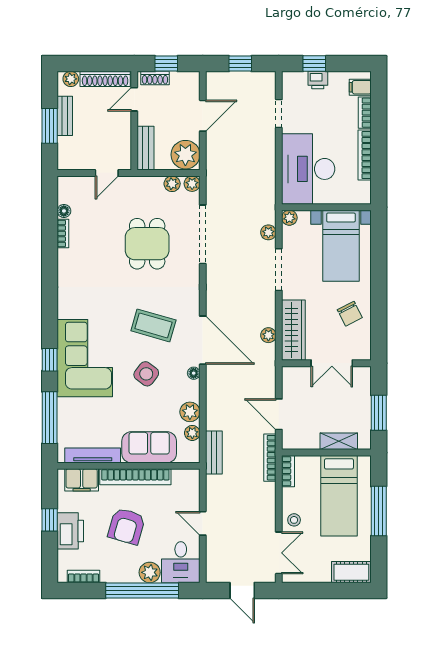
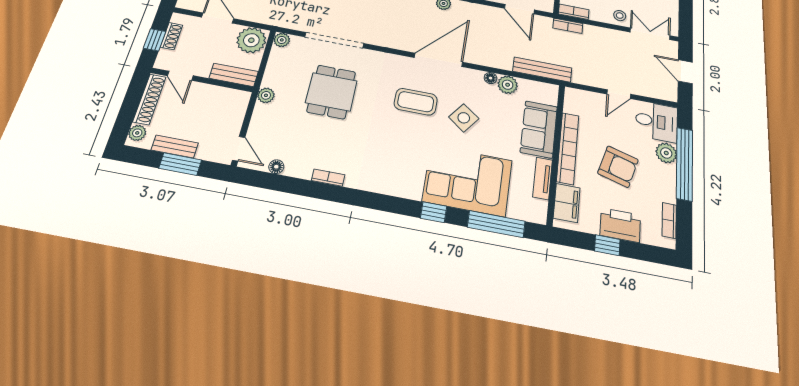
shoe rack: (155, 78) -> (171, 36), moved
door: (107, 173) -> (239, 149), moved
plant: (172, 184) -> (266, 95), moved
bookcase: (63, 233) -> (328, 178), moved
dining table: (147, 244) -> (331, 92), turned 90
coffee table: (153, 325) -> (416, 102), turned 74
corner sofa: (85, 358) -> (468, 181), moved
floor lamp: (194, 373) -> (491, 78), moved
door: (279, 414) -> (519, 9), hinge flipped
plant: (192, 433) -> (529, 87), removed
bench: (214, 452) -> (542, 70), width x1.36
tv unit: (93, 456) -> (543, 178), width x0.71
bookcase: (270, 458) -> (568, 26), width x0.64
door: (242, 590) -> (685, 72), swing flipped

